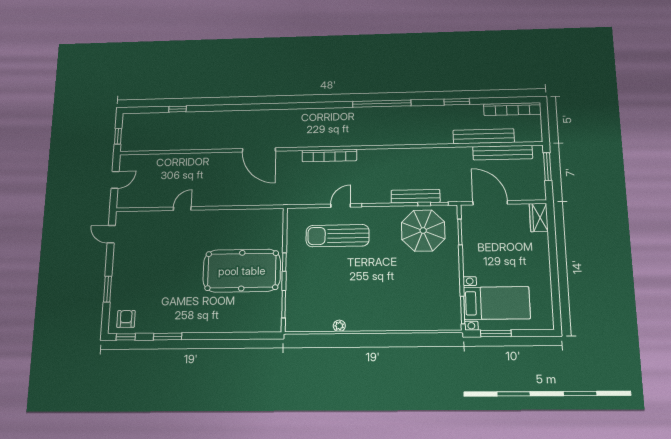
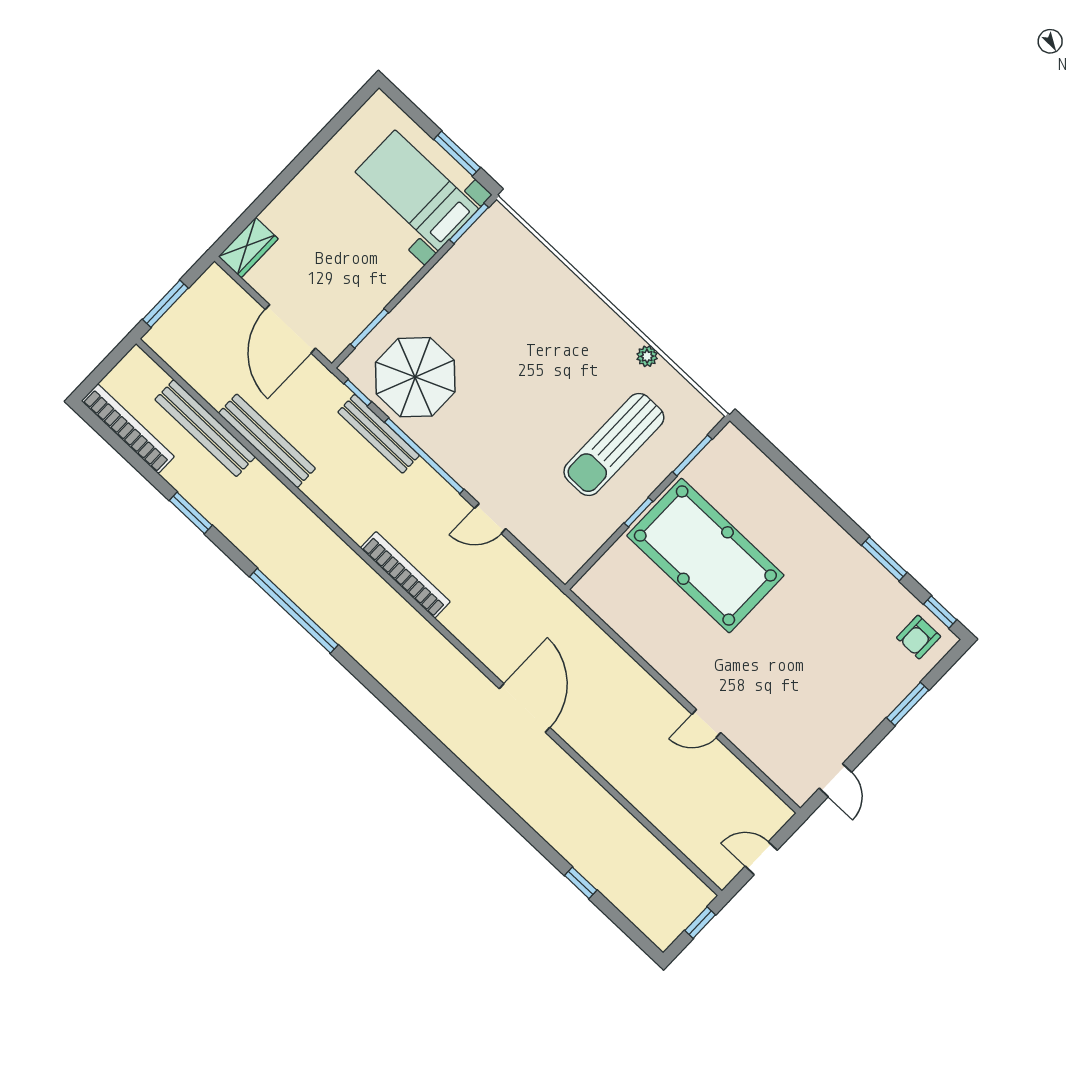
bench: (503, 153) -> (267, 441), moved
bookcase: (329, 156) -> (405, 575), moved
sun lounger: (338, 236) -> (614, 445), moved, turned 90

